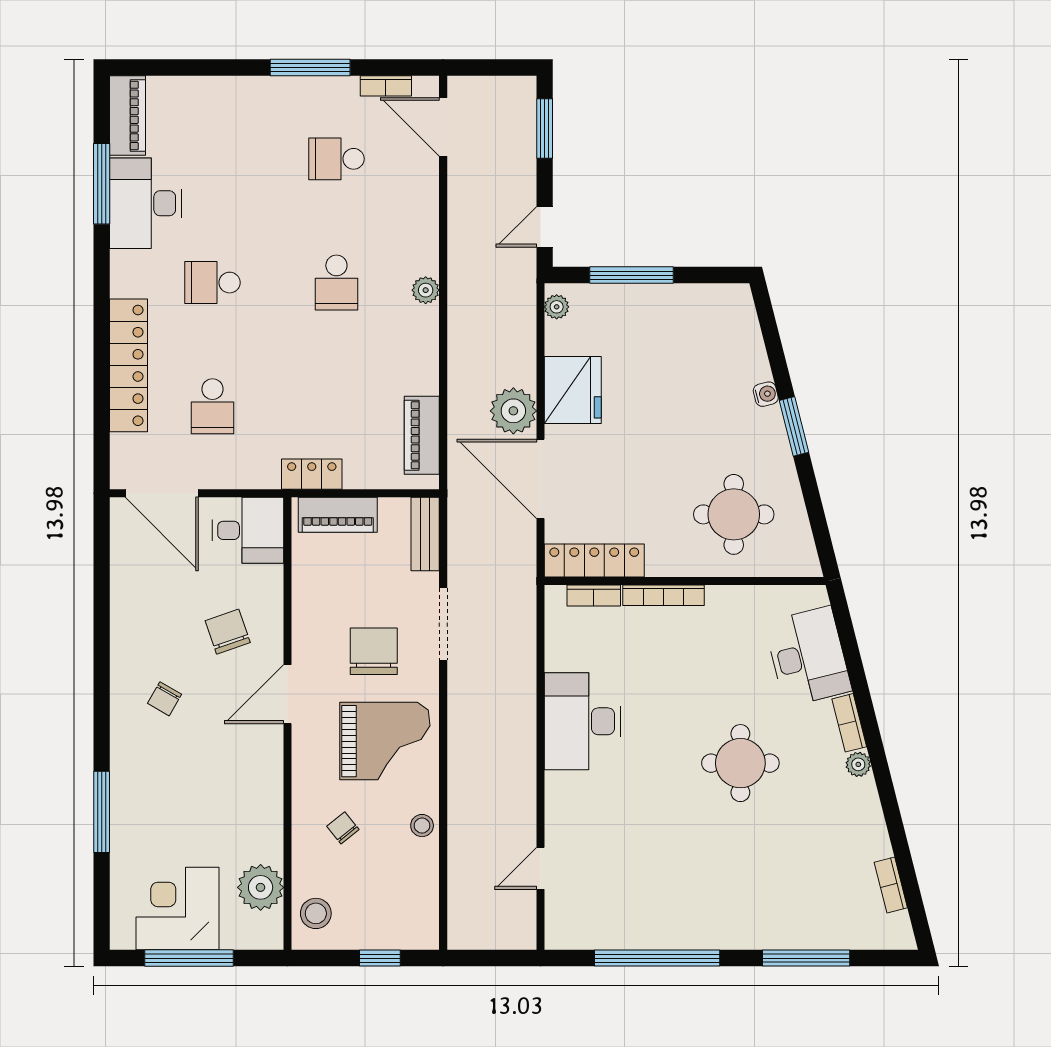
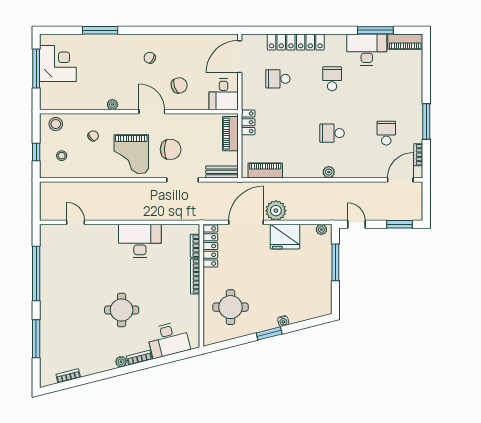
stool: (422, 826) -> (62, 156), moved
plant: (261, 887) -> (112, 105), moved, width x0.53, depth x0.53

